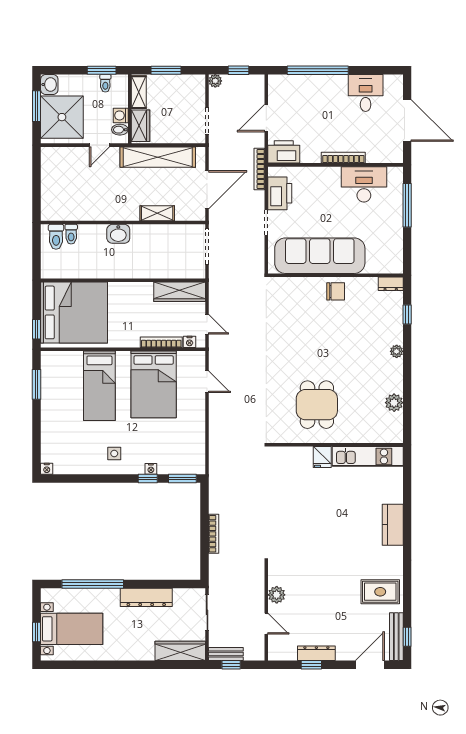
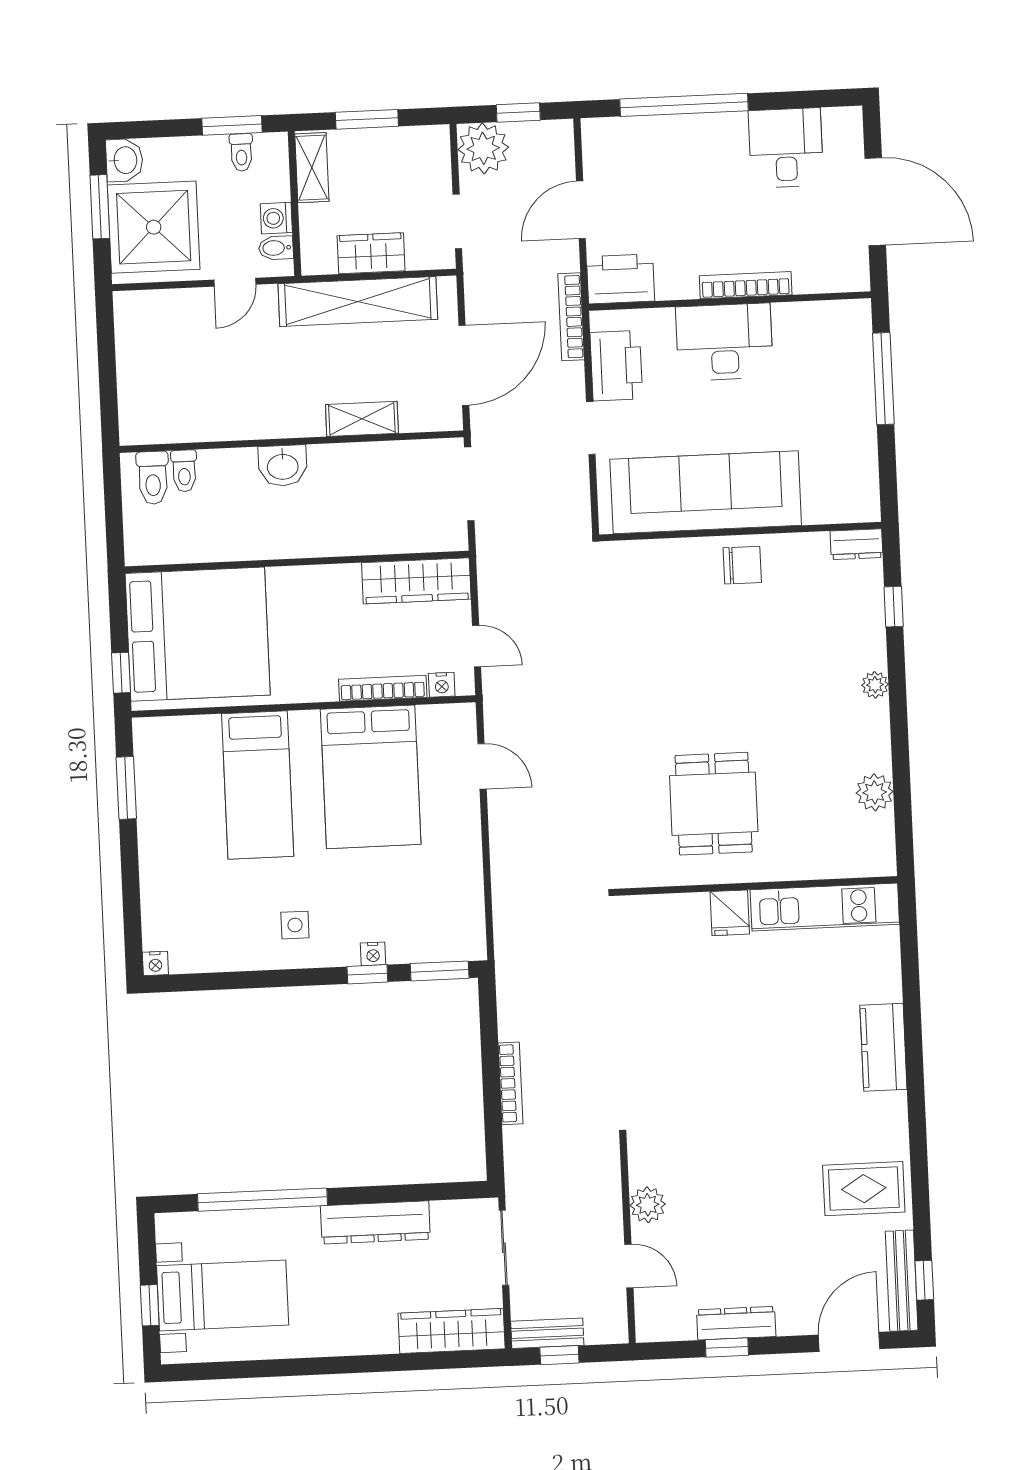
plant: (215, 81) -> (483, 148), width x1.87, depth x1.87
wardrobe: (140, 126) -> (371, 253), moved, turned -90
desk: (364, 184) -> (724, 342), moved

